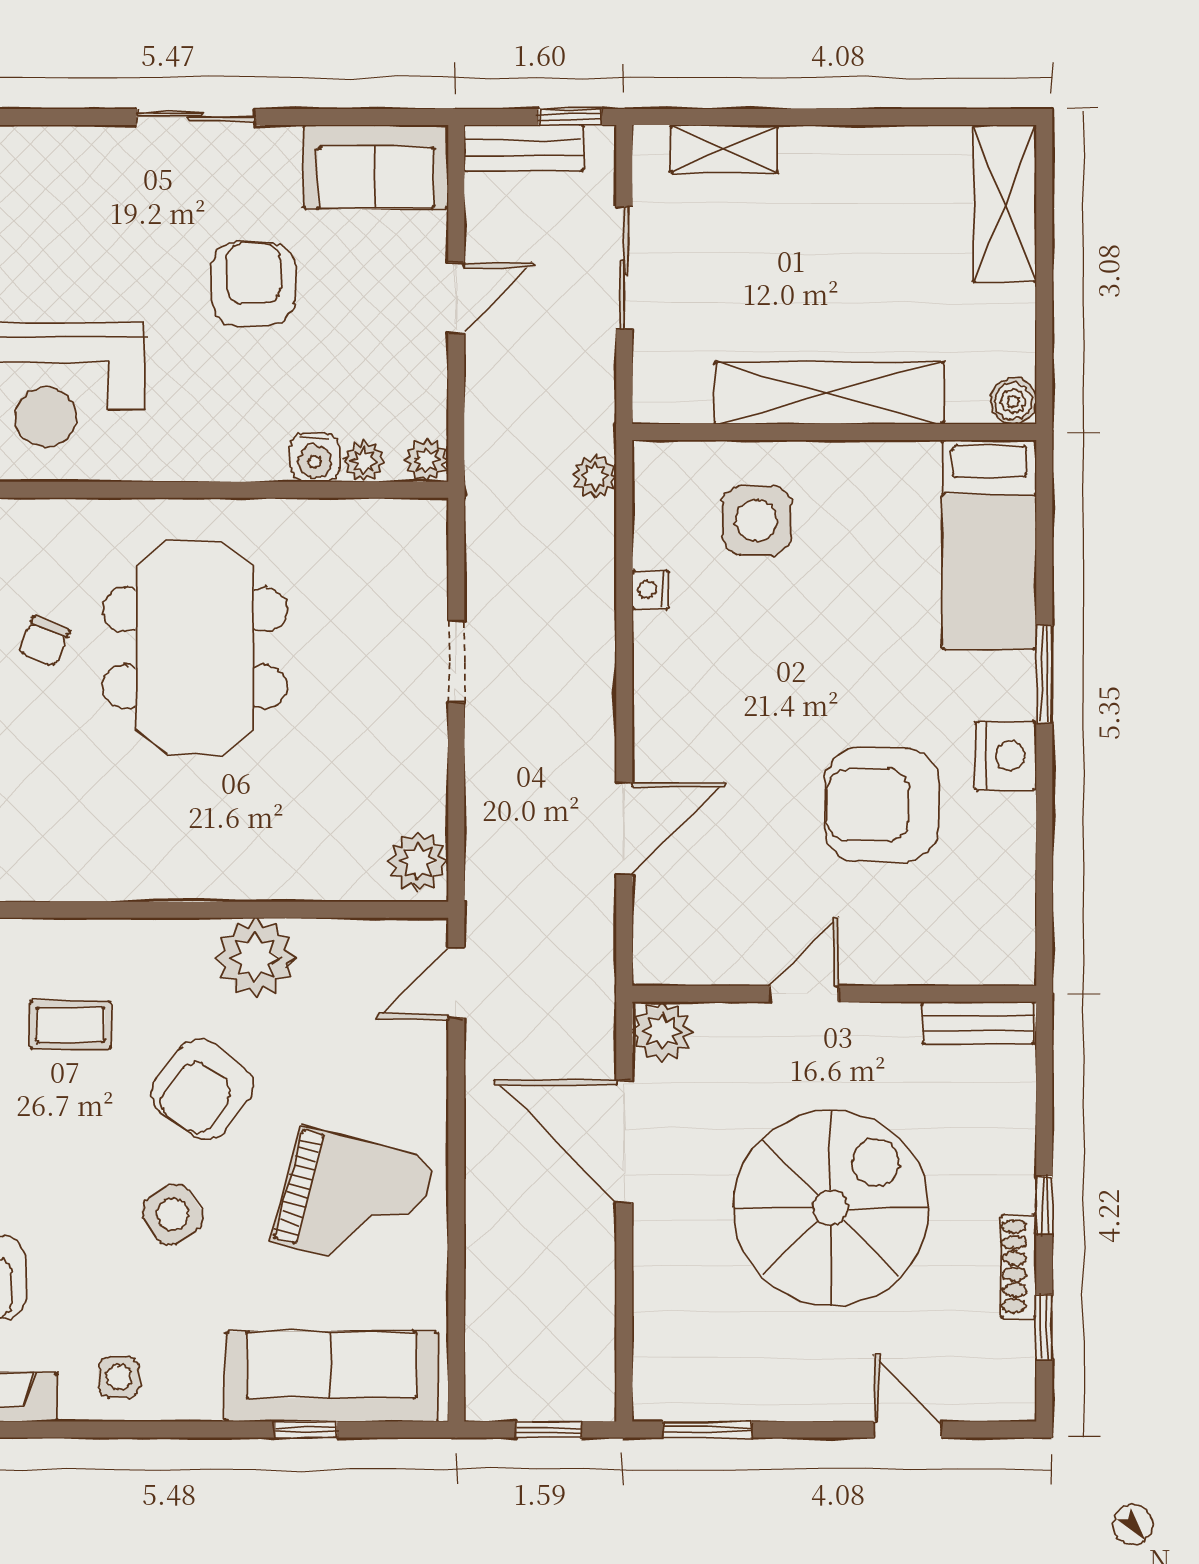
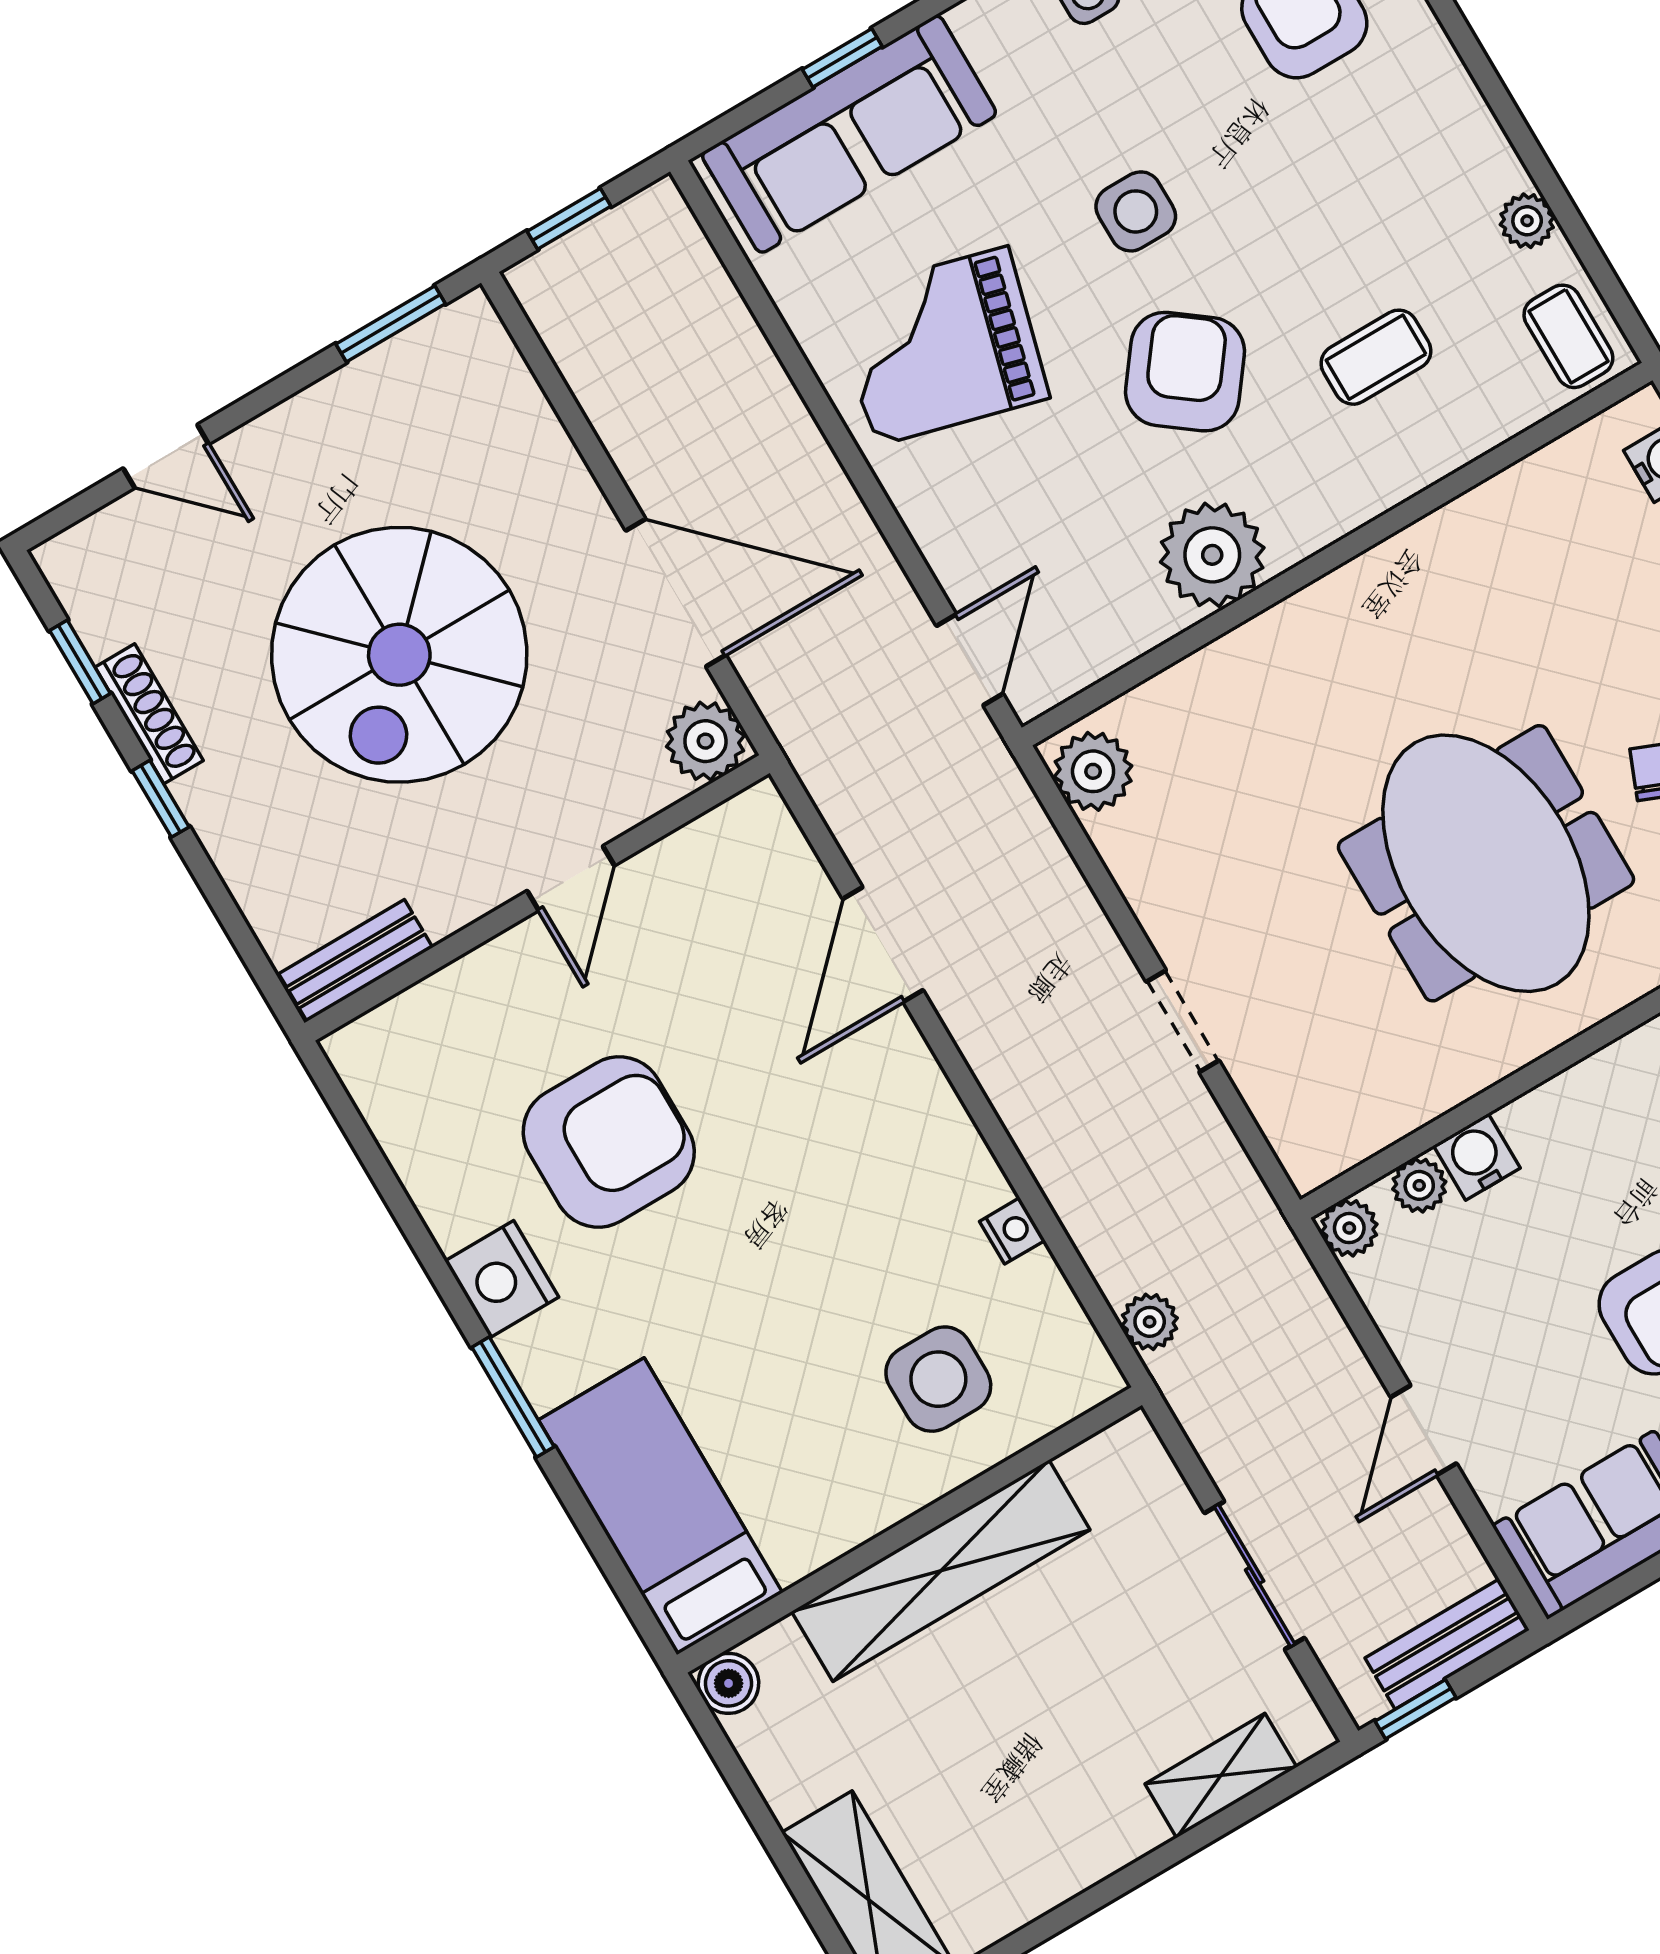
side table: (172, 1214) -> (1136, 211), turned 33

